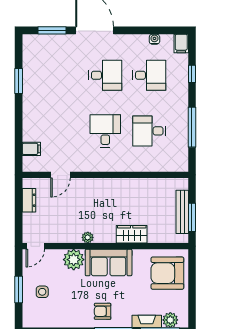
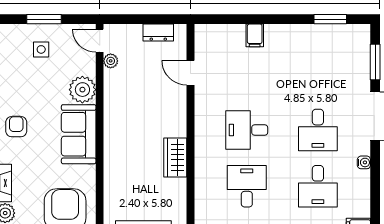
water cooler: (154, 39) -> (364, 162), moved
window: (19, 81) -> (330, 19), moved
desk: (105, 131) -> (247, 130), turned 180
filing cabinet: (31, 149) -> (255, 35), moved
wardrobe: (132, 234) -> (175, 157), moved, turned 180
plant: (88, 237) -> (111, 61), moved

